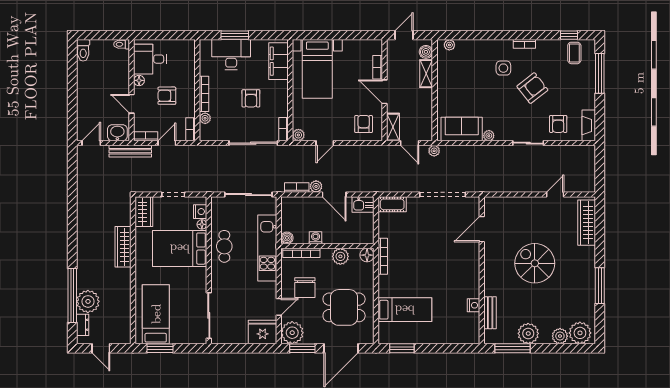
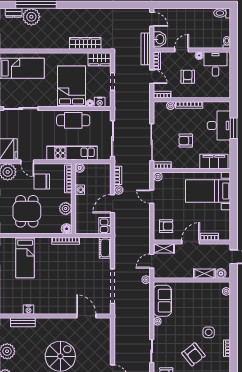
cafe table: (224, 246) -> (73, 120), width x1.37, depth x1.35
wardrobe: (123, 247) -> (85, 43), moved

